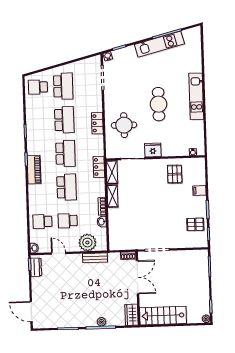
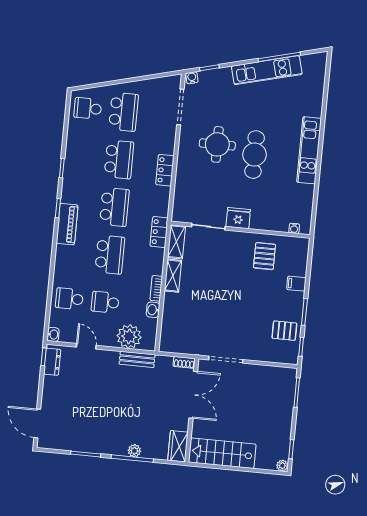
round table: (124, 125) -> (217, 144), moved

